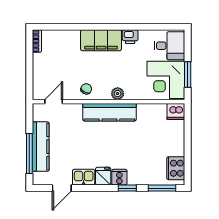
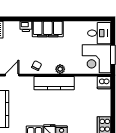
printer: (130, 37) -> (26, 26), moved

